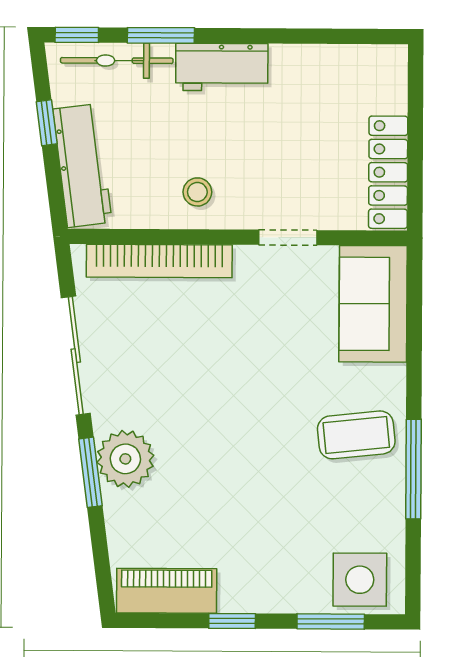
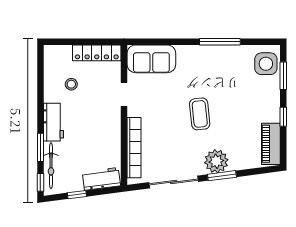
workbench: (82, 166) -> (101, 179), width x0.73
stool: (197, 192) -> (71, 84), moved
coffee table: (356, 435) -> (200, 114), moved

